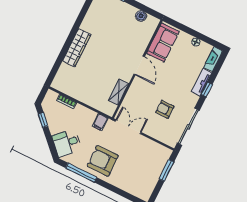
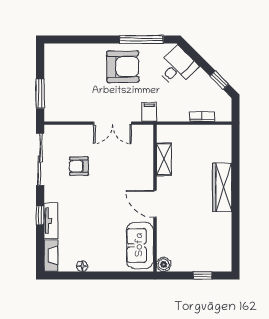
sofa: (163, 43) -> (140, 245), moved
door: (139, 65) -> (155, 204), moved
wall: (137, 69) -> (155, 198), moved
shelving: (118, 92) -> (164, 159), moved
armchair: (165, 109) -> (79, 166), turned 180

